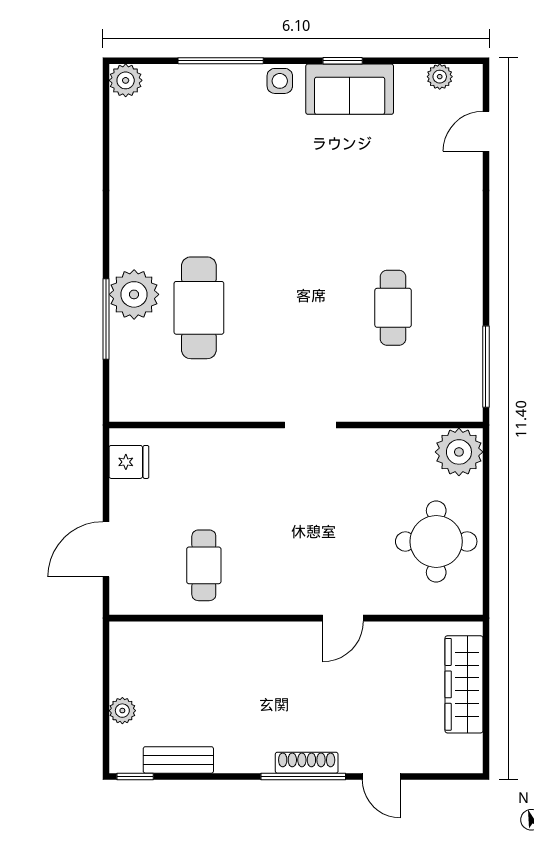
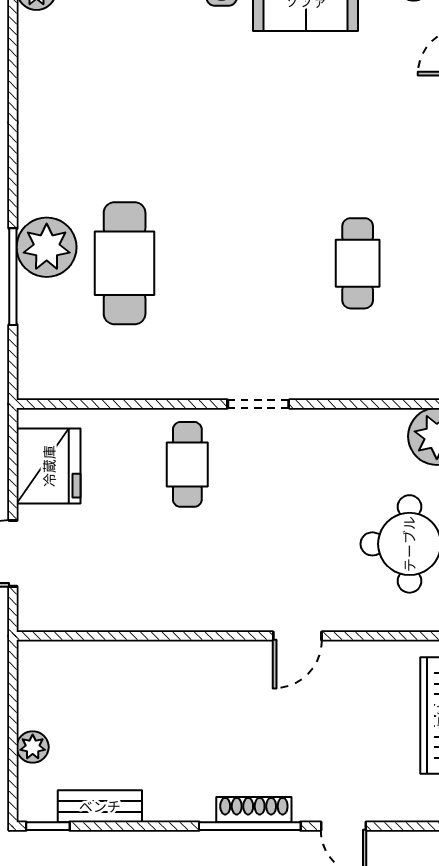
fridge: (129, 462) -> (49, 466), width x1.88, depth x1.34
cafe table: (204, 565) -> (187, 464), moved

